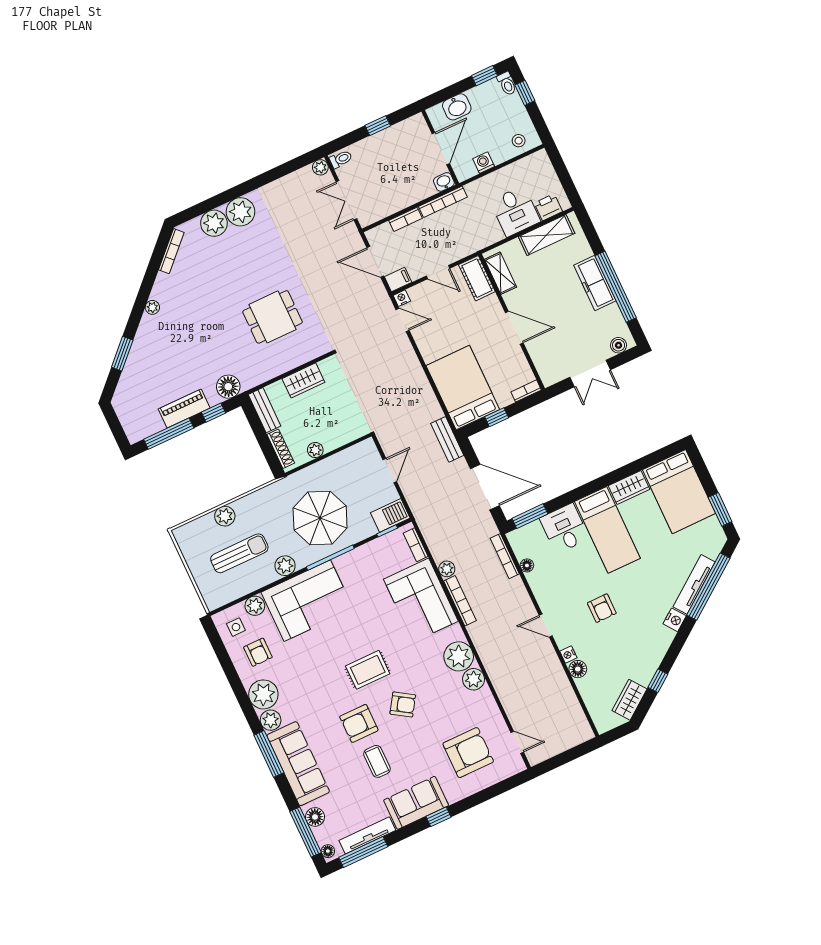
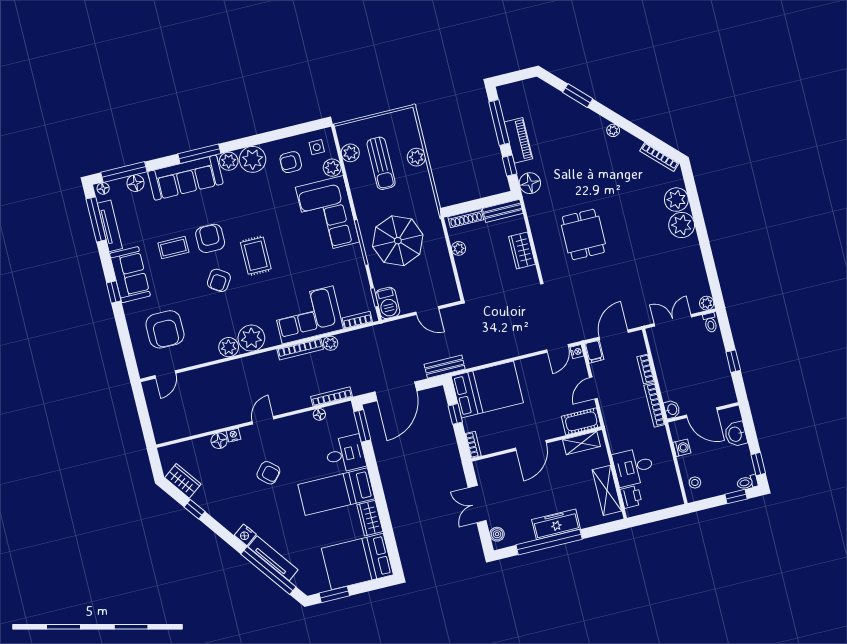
plant: (285, 566) -> (350, 153), moved
armchair: (602, 608) -> (268, 473), turned -139

